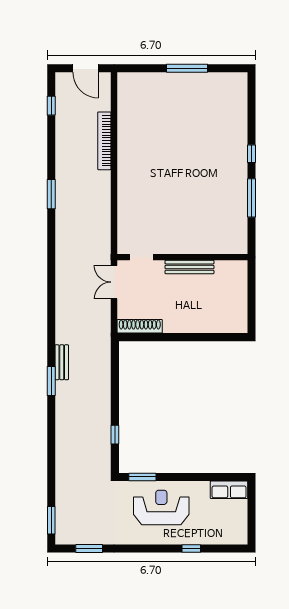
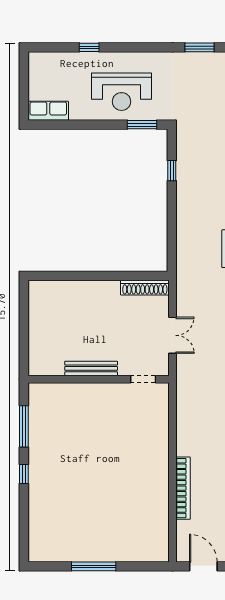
doorway: (141, 257) -> (143, 379), moved
wall: (182, 257) -> (99, 379), moved
bench: (189, 267) -> (91, 368), moved

